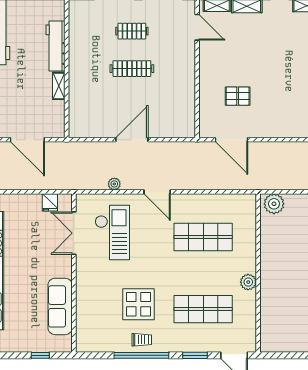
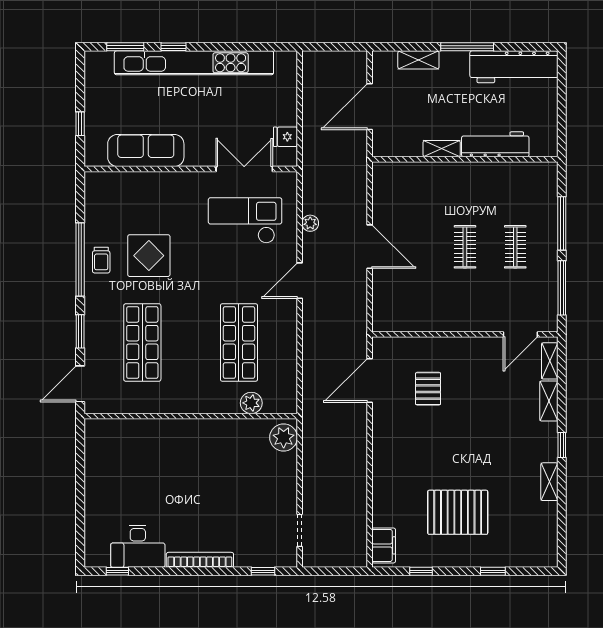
clothes rail: (132, 69) -> (465, 247), width x0.73
checkout: (112, 232) -> (245, 220), turned 180
plant: (248, 282) -> (251, 403), moved

